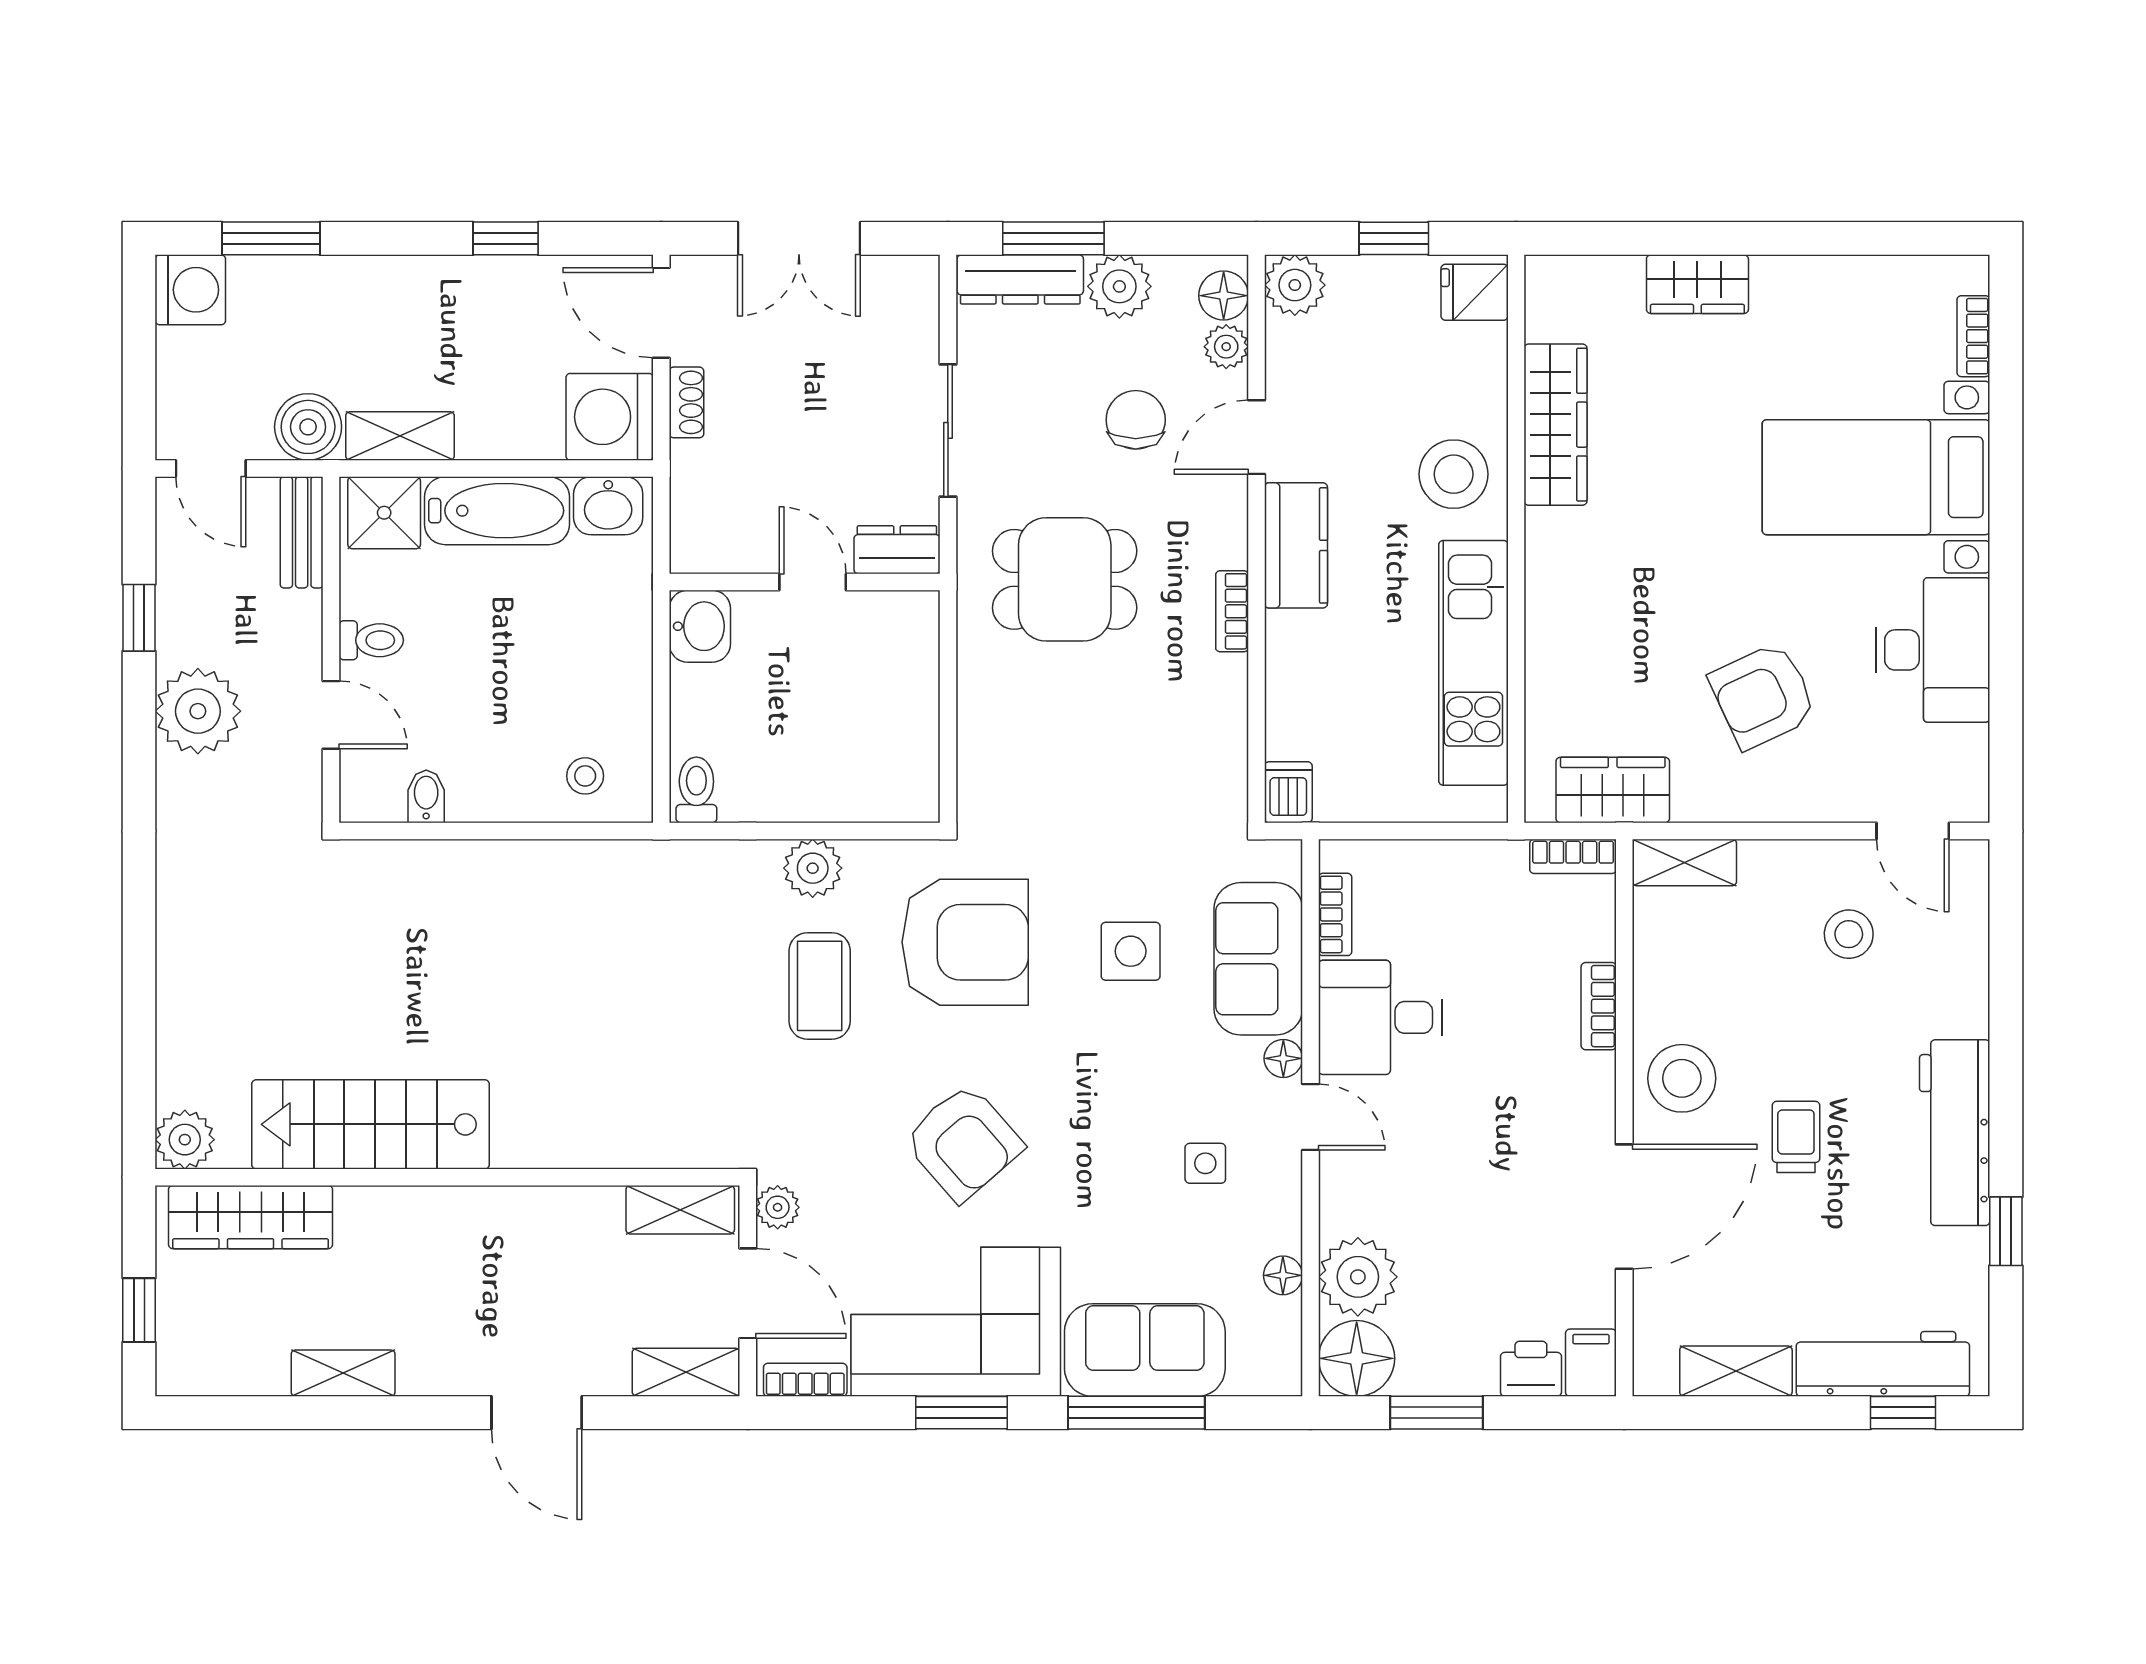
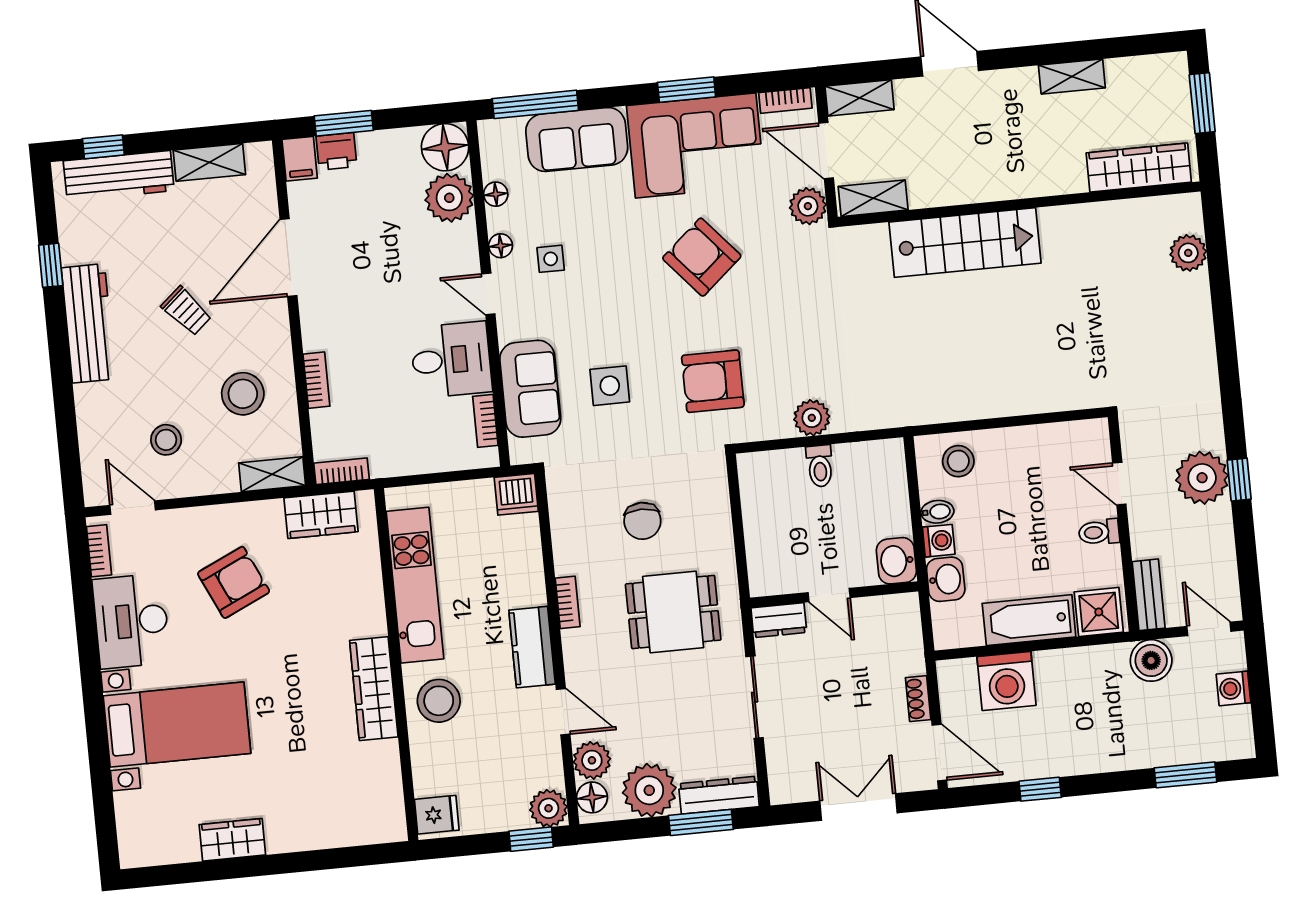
window: (1394, 238) -> (531, 839), moved
wardrobe: (1697, 284) -> (232, 840), moved
plant: (1119, 286) -> (649, 790), width x1.36, depth x1.36
washing machine: (190, 290) -> (1233, 688), moved, width x0.73, depth x0.73
bookcase: (1973, 336) -> (99, 551), moved
plant: (1226, 347) -> (592, 760), width x1.38, depth x1.38
washing machine: (610, 417) -> (1006, 681), moved, turned 90
chair: (1136, 420) -> (642, 521), moved
wardrobe: (1555, 425) -> (374, 689), moved
shelving: (400, 436) -> (1094, 660), removed
door: (1256, 437) -> (563, 712), hinge flipped
washbasin: (608, 506) -> (946, 579), moved, turned 90
window: (139, 618) -> (1239, 480), moved
washing machine: (629, 652) -> (939, 541), added
stool: (585, 776) -> (958, 461), width x1.37, depth x1.37
toilet: (696, 790) -> (820, 466), moved
dishwasher: (1288, 792) -> (516, 494), width x1.38
bidet: (426, 796) -> (937, 512), moved, turned -90
armchair: (965, 942) -> (713, 381), width x0.73, depth x0.73
coffee table: (820, 986) -> (800, 345), removed
floor lamp: (1283, 1058) -> (501, 246), moved
stool: (1682, 1078) -> (243, 394), moved
stairs: (371, 1124) -> (965, 243), moved
trolley: (1796, 1137) -> (186, 311), turned -41
plant: (185, 1140) -> (1188, 253), moved
plant: (778, 1207) -> (808, 206), width x1.38, depth x1.38
window: (139, 1310) -> (1202, 103), width x1.50
window: (1136, 1413) -> (535, 104), moved
window: (1436, 1413) -> (344, 123), moved

